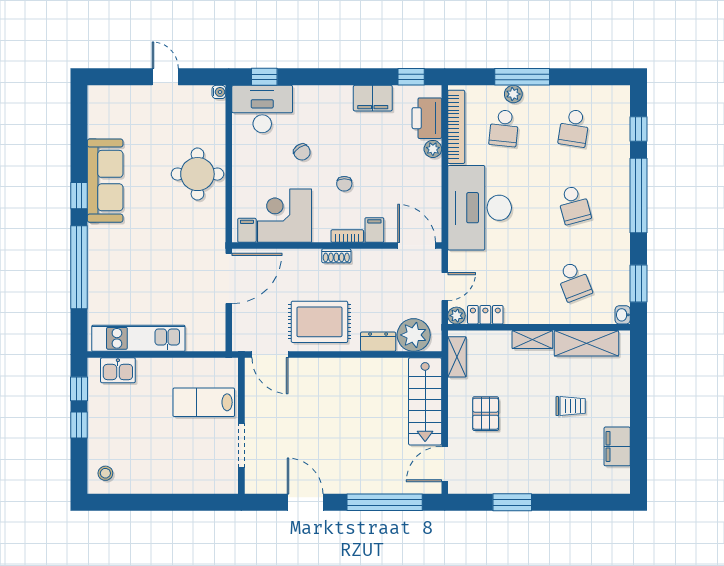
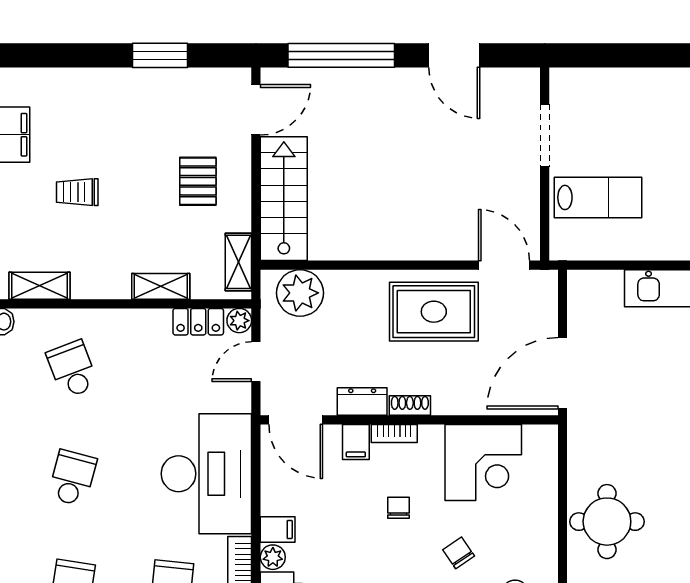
school desk: (574, 205) -> (72, 478), turned 30
filing cabinet: (247, 230) -> (278, 529), moved, turned -90
shelving: (532, 340) -> (161, 286), moved
dresser: (378, 342) -> (362, 402), moved, turned 180
shelving: (586, 343) -> (40, 286), width x0.67, depth x0.75

